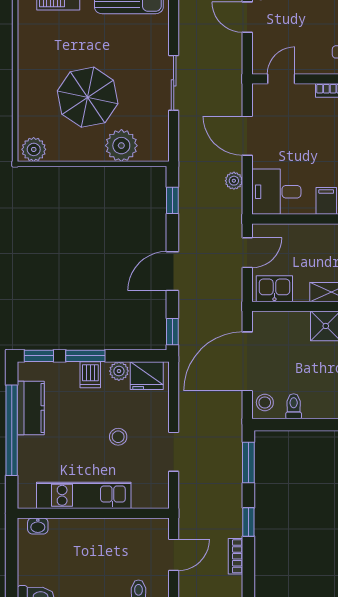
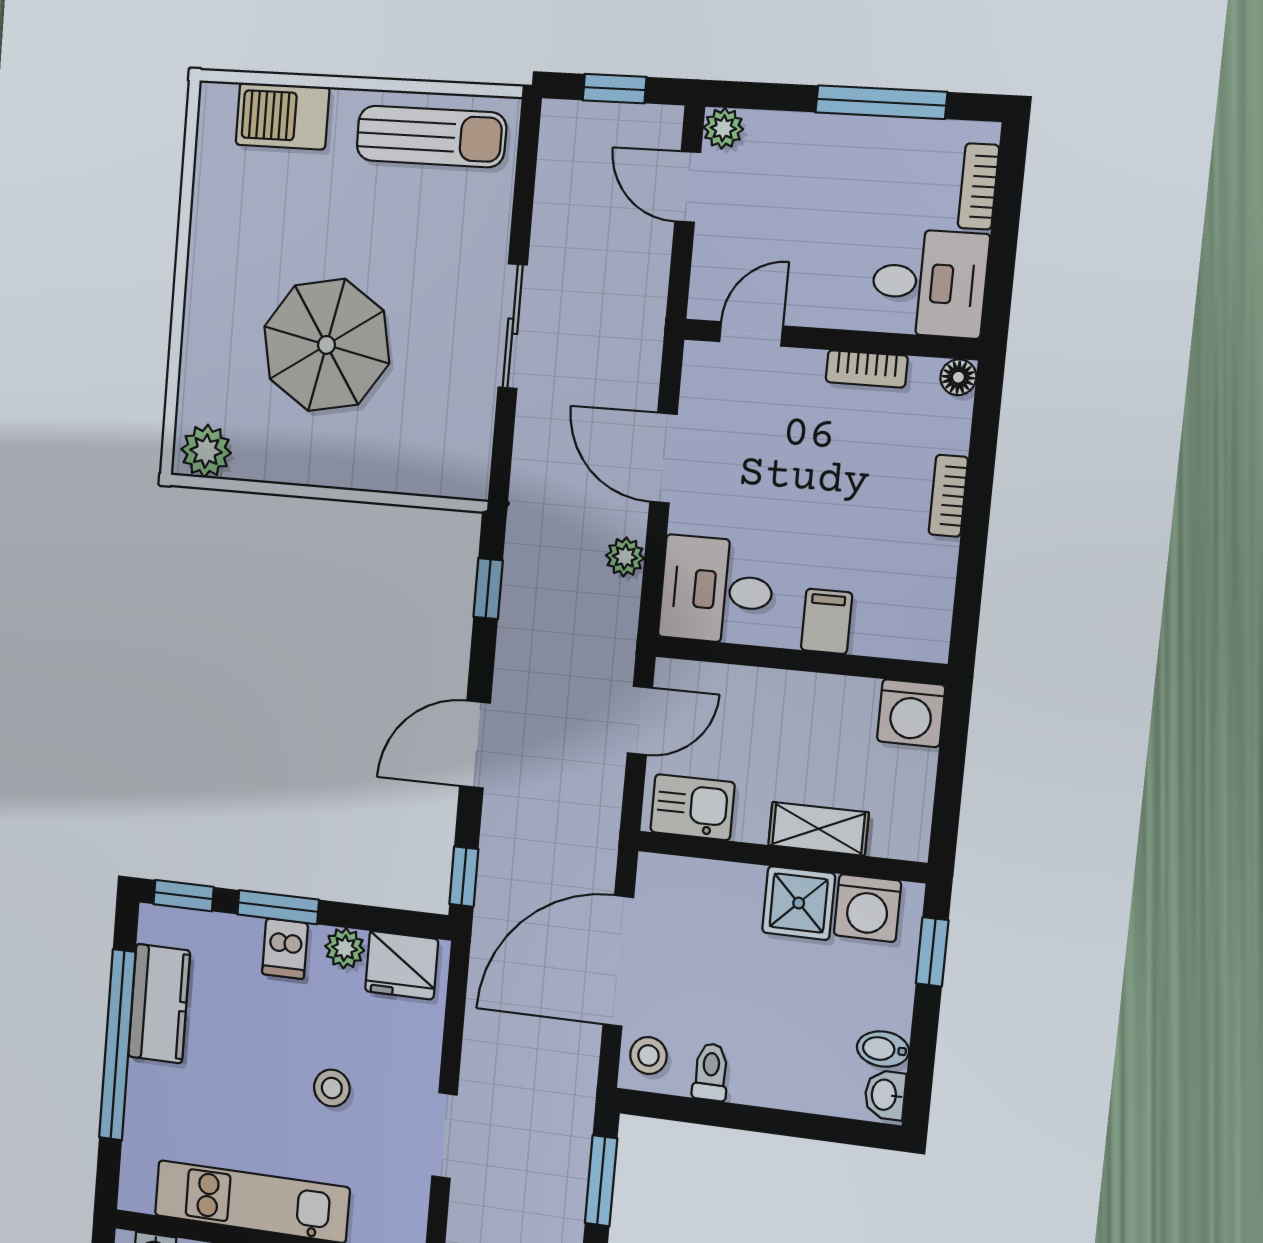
plant: (121, 146) -> (389, 458), removed

